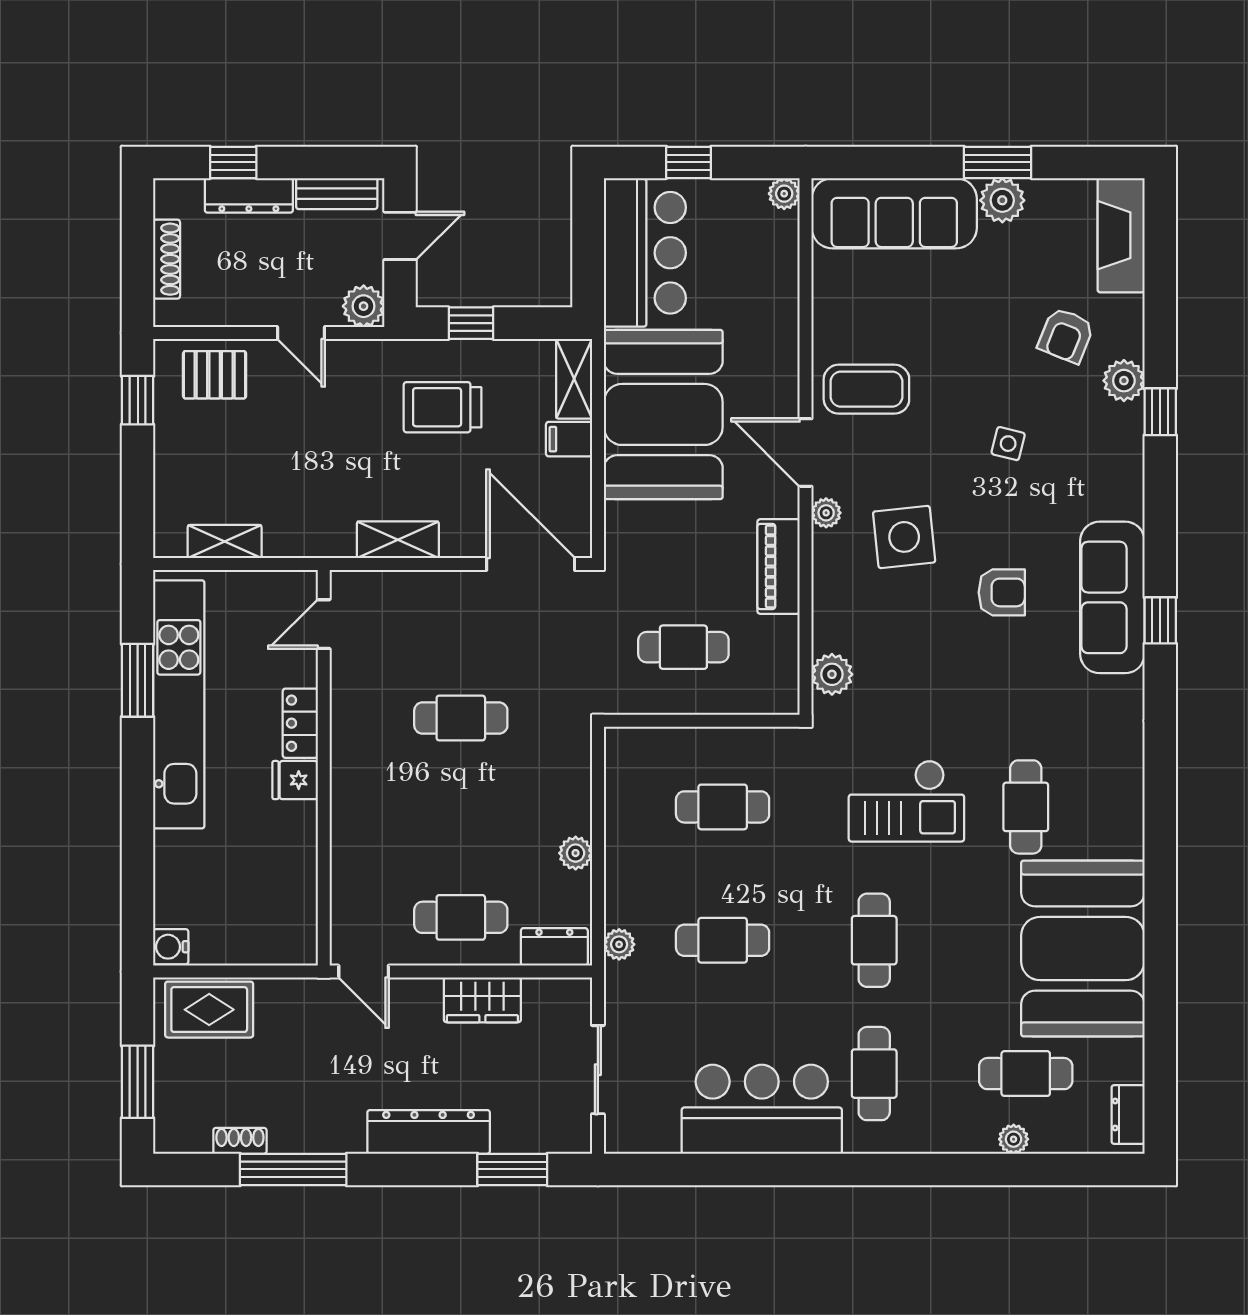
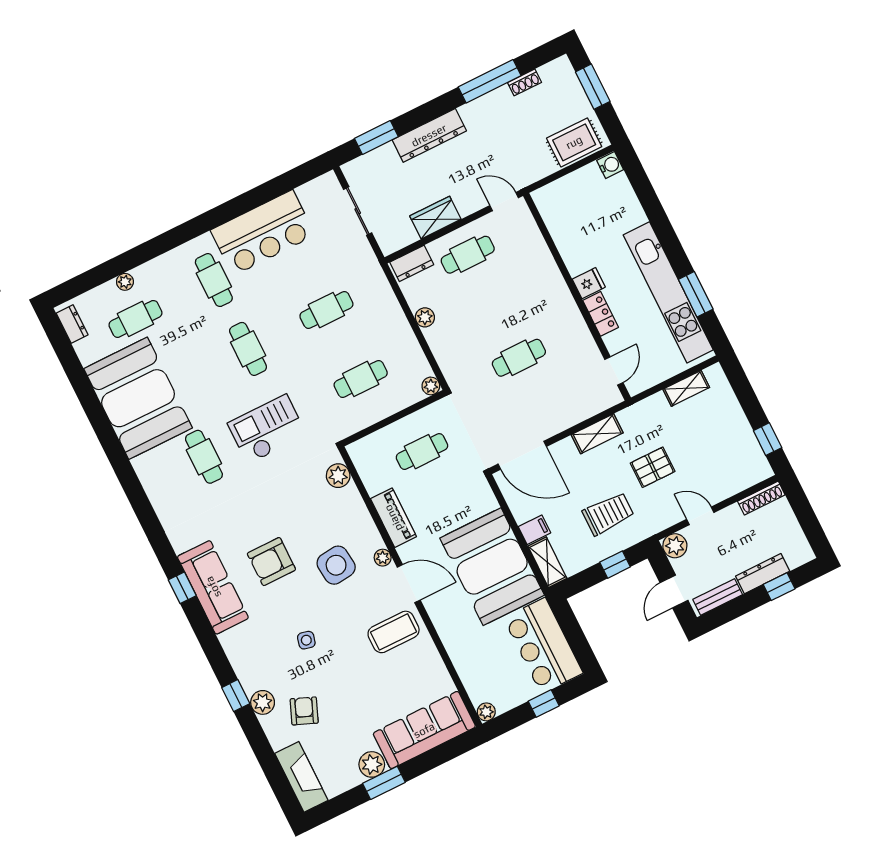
shoe rack: (167, 259) -> (761, 498), moved, turned -90
pallet: (215, 375) -> (653, 467), moved
armchair: (1002, 592) -> (271, 562), width x1.38, depth x1.38
plant: (619, 944) -> (431, 386), moved

